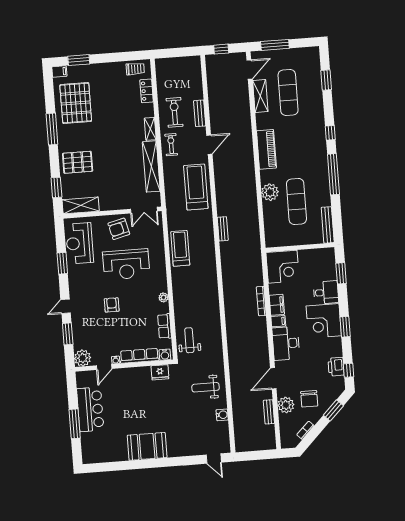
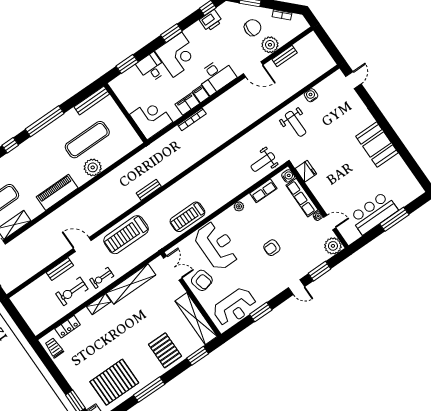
shelving: (81, 205) -> (196, 319), width x1.47
reception desk: (126, 264) -> (217, 246), moved

